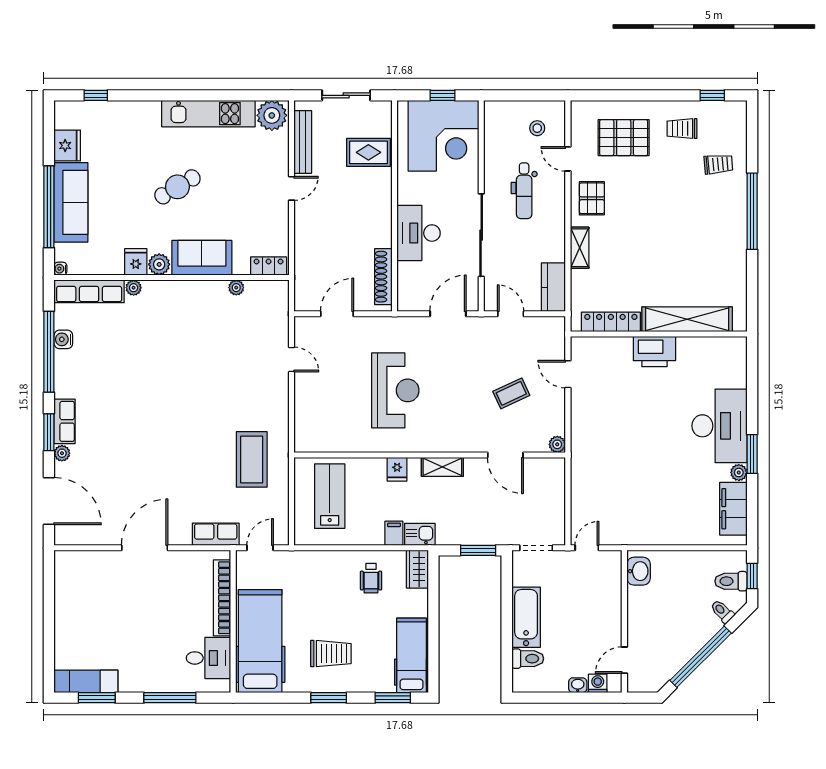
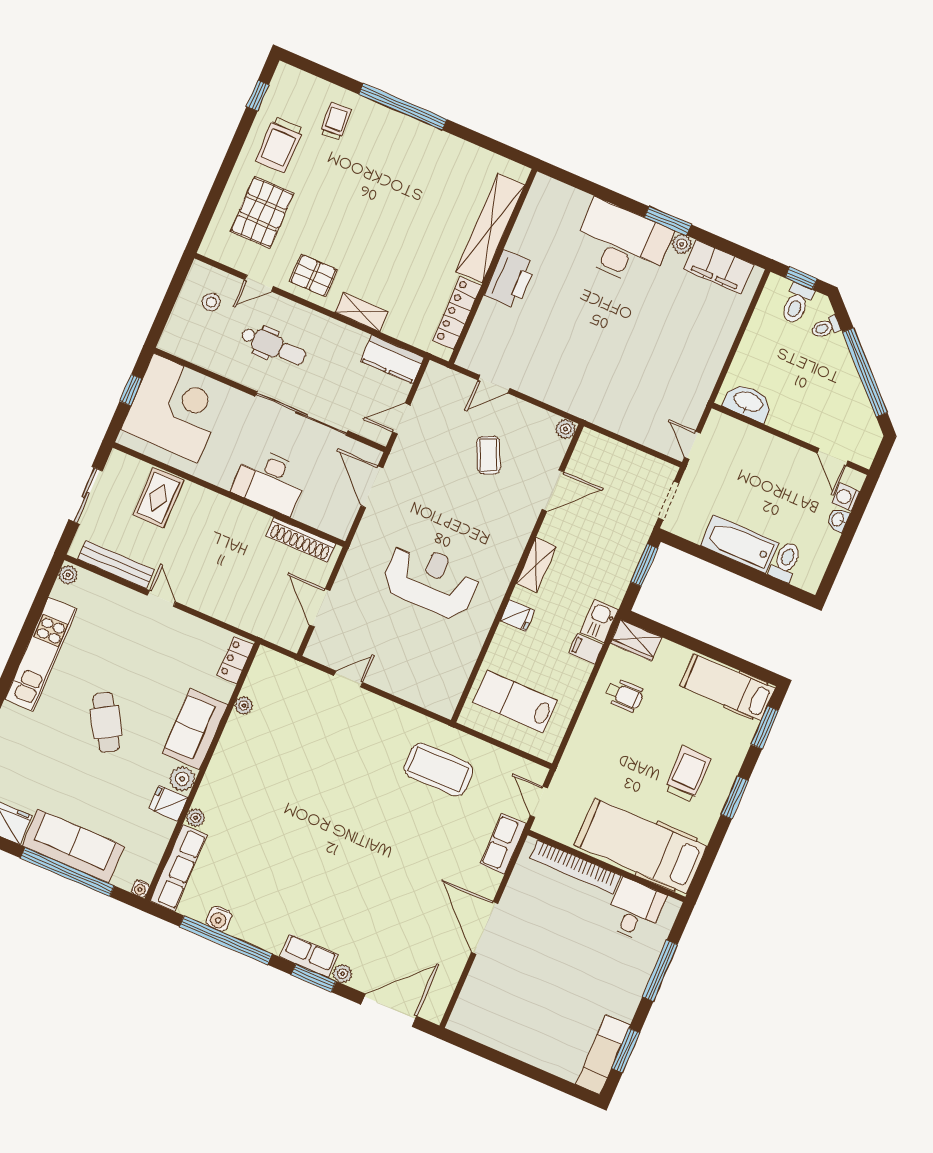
plant: (272, 115) -> (68, 575), width x0.53, depth x0.53
trolley: (682, 129) -> (280, 144), width x1.36, depth x1.39
washbasin: (639, 571) -> (748, 402), width x1.38

